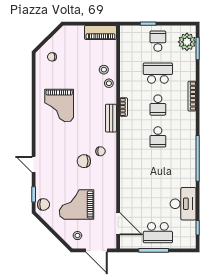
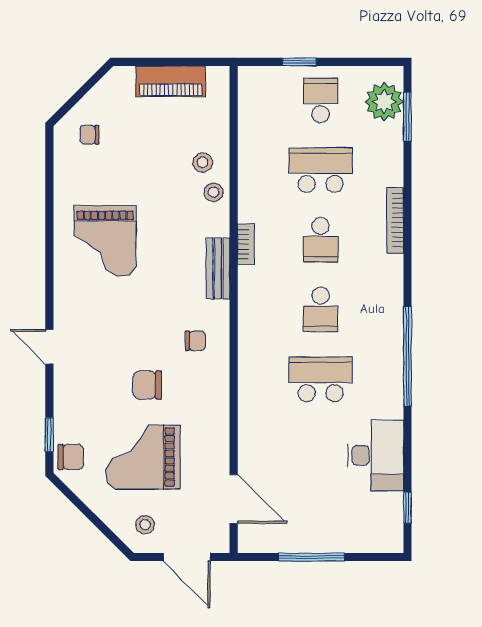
piano: (100, 32) -> (171, 81), moved
chair: (84, 161) -> (147, 385), moved
door: (34, 164) -> (49, 347), moved
school desk: (158, 233) -> (321, 379), moved, turned 180

